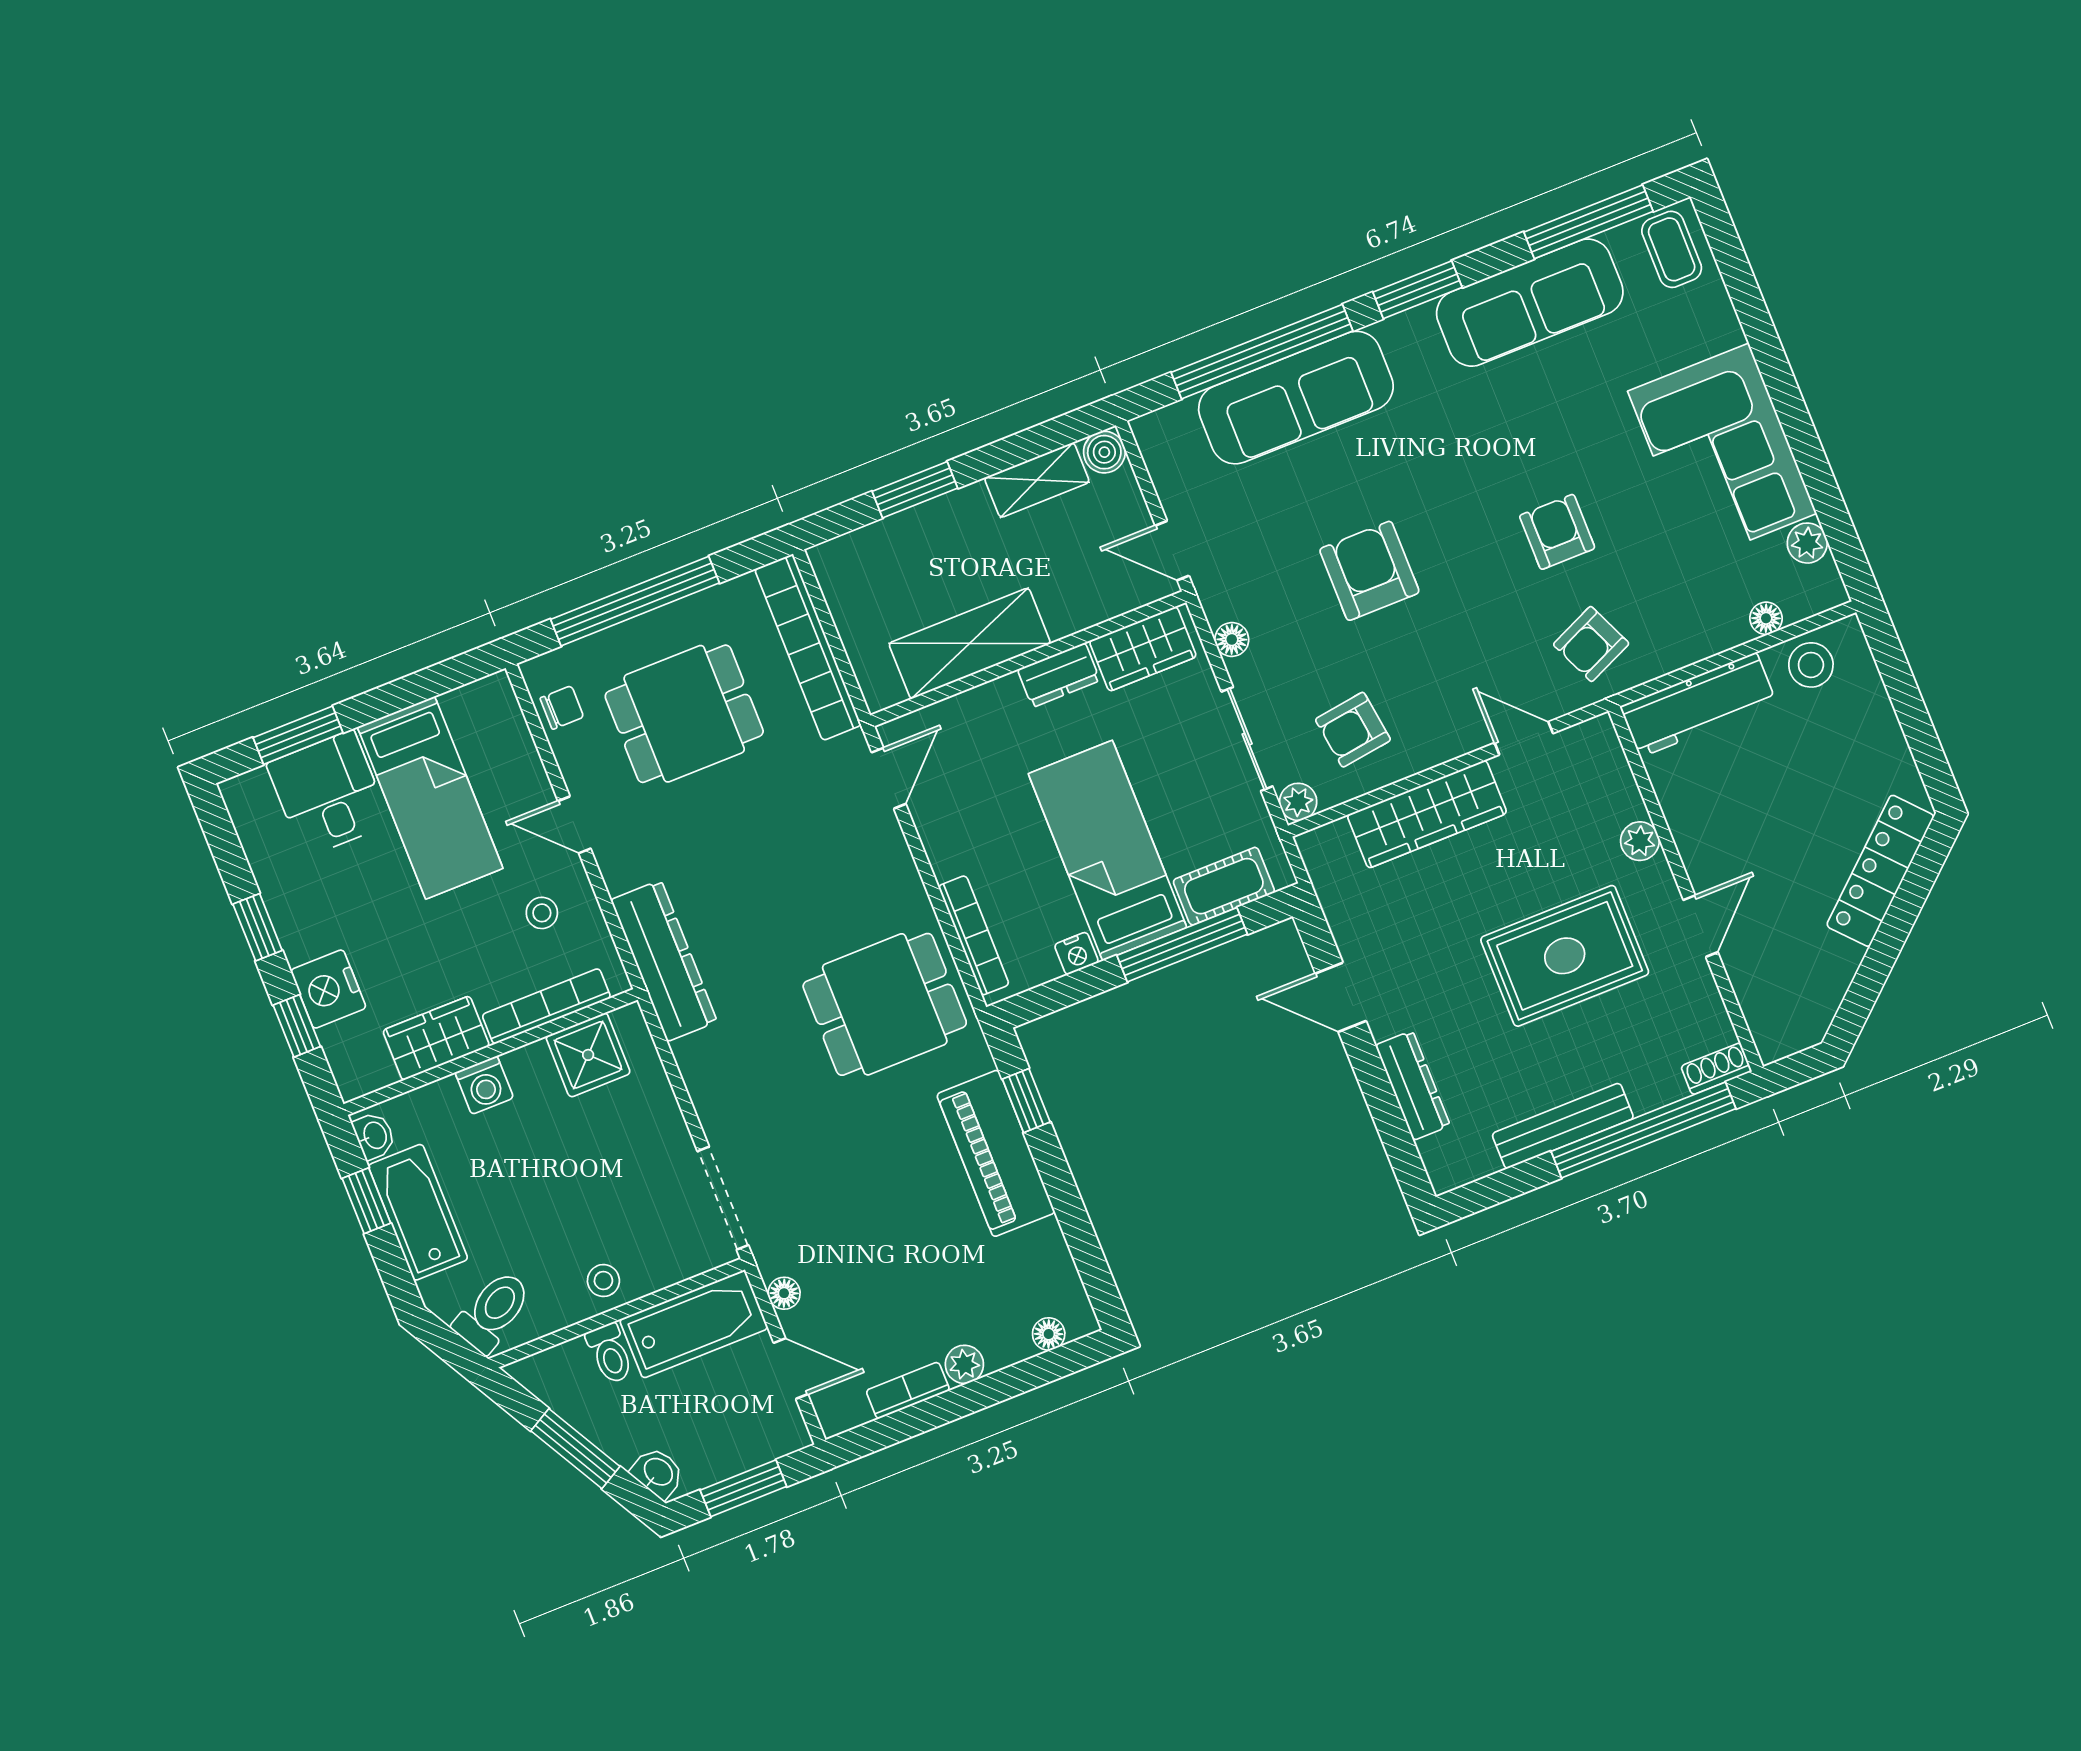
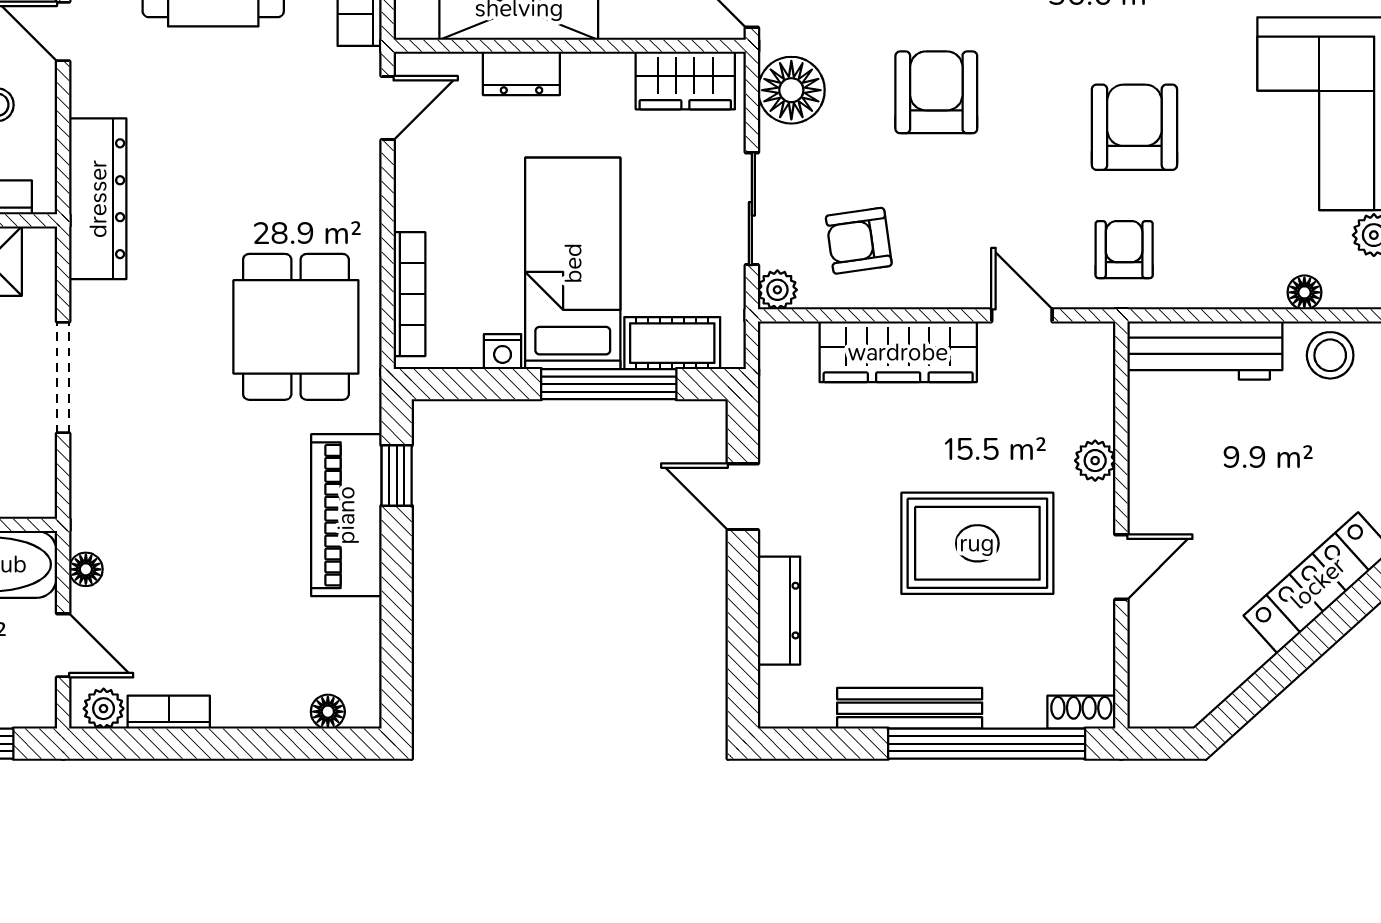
armchair: (1557, 532) -> (1134, 127), width x1.38, depth x1.38
floor lamp: (1232, 639) -> (791, 90), width x1.89, depth x1.89
armchair: (1591, 644) -> (1124, 250), turned 114
dresser: (1059, 675) -> (521, 73), moved
dining table: (885, 1004) -> (296, 327), turned 90
doorway: (723, 1198) -> (63, 377), moved
plant: (964, 1364) -> (104, 709), moved

